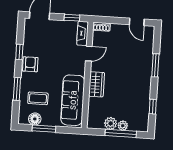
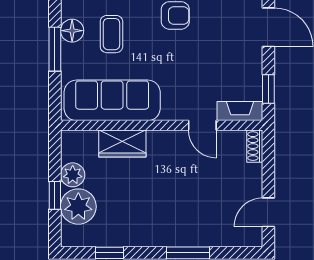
wardrobe: (97, 84) -> (122, 144), moved
plant: (123, 126) -> (78, 207), width x1.87, depth x1.87
window: (121, 133) -> (55, 195), width x0.46

